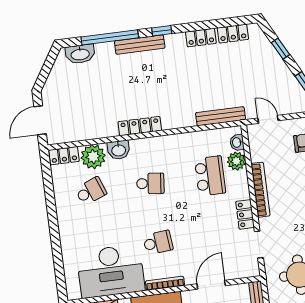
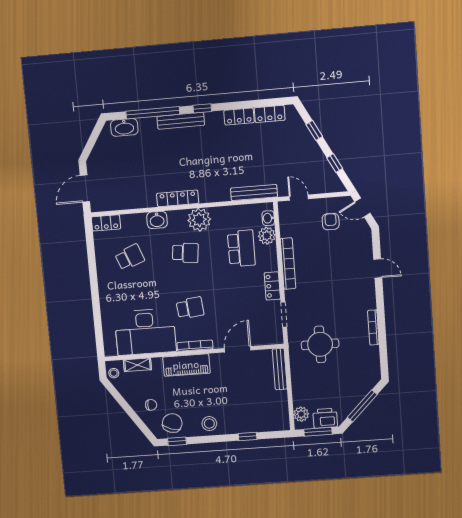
plant: (93, 157) -> (199, 220), moved

